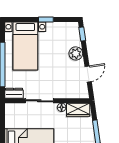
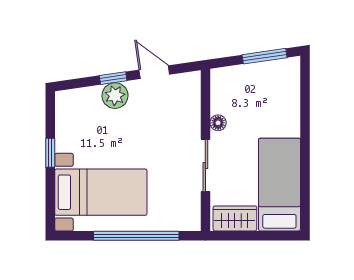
window: (82, 34) -> (113, 78), moved
dresser: (14, 93) -> (191, 214), removed
wardrobe: (78, 110) -> (235, 218), moved, turned -90

